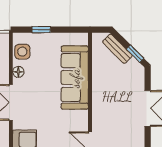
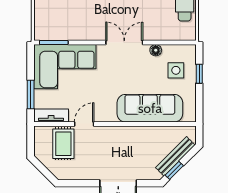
bench: (117, 49) -> (175, 156), width x1.36
side table: (22, 52) -> (176, 70), moved

